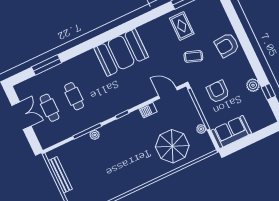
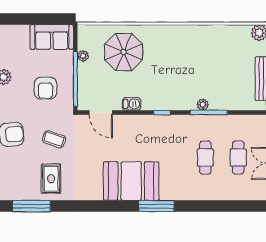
window: (47, 65) -> (156, 206), moved

